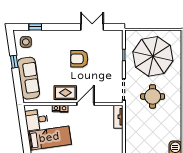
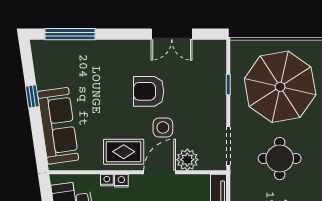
window: (35, 27) -> (70, 34), width x2.17
double door: (92, 27) -> (172, 34), swing flipped
side table: (26, 42) -> (163, 127), moved
plant: (101, 97) -> (187, 160), added

